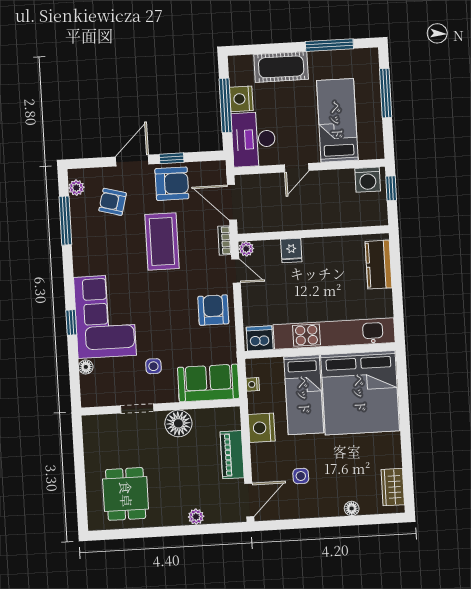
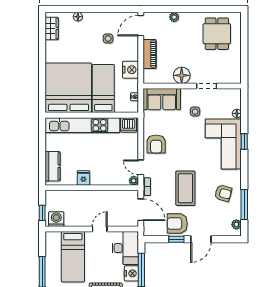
armchair: (113, 202) -> (223, 193), moved
fridge: (291, 251) -> (83, 178), moved

